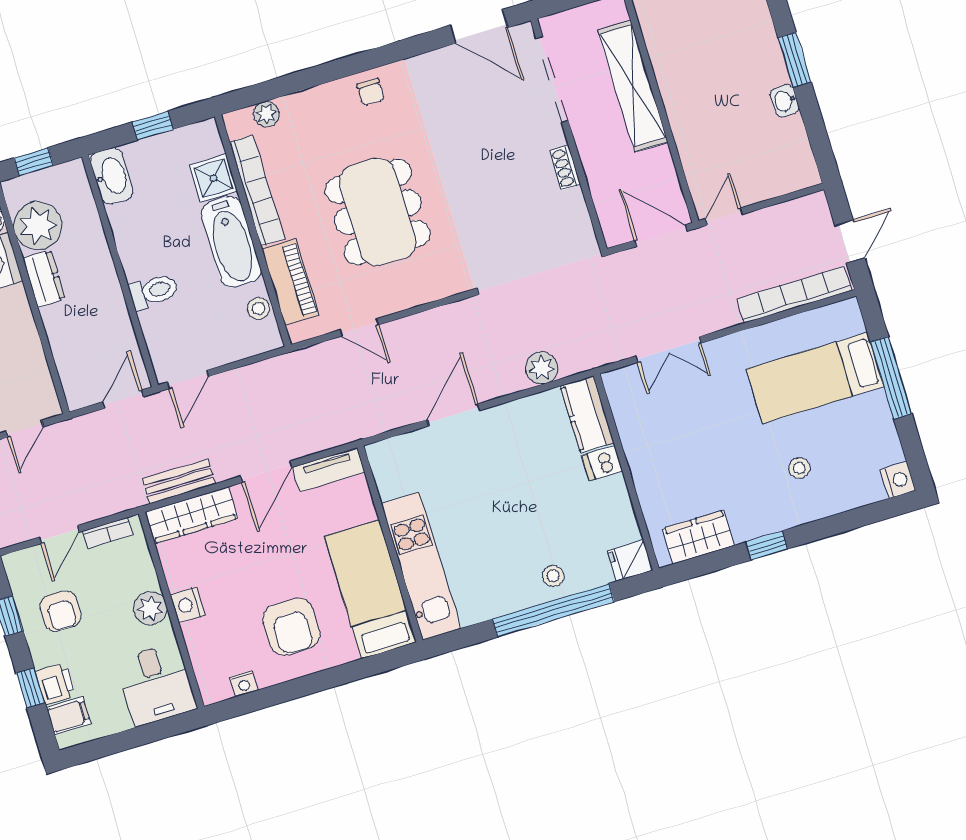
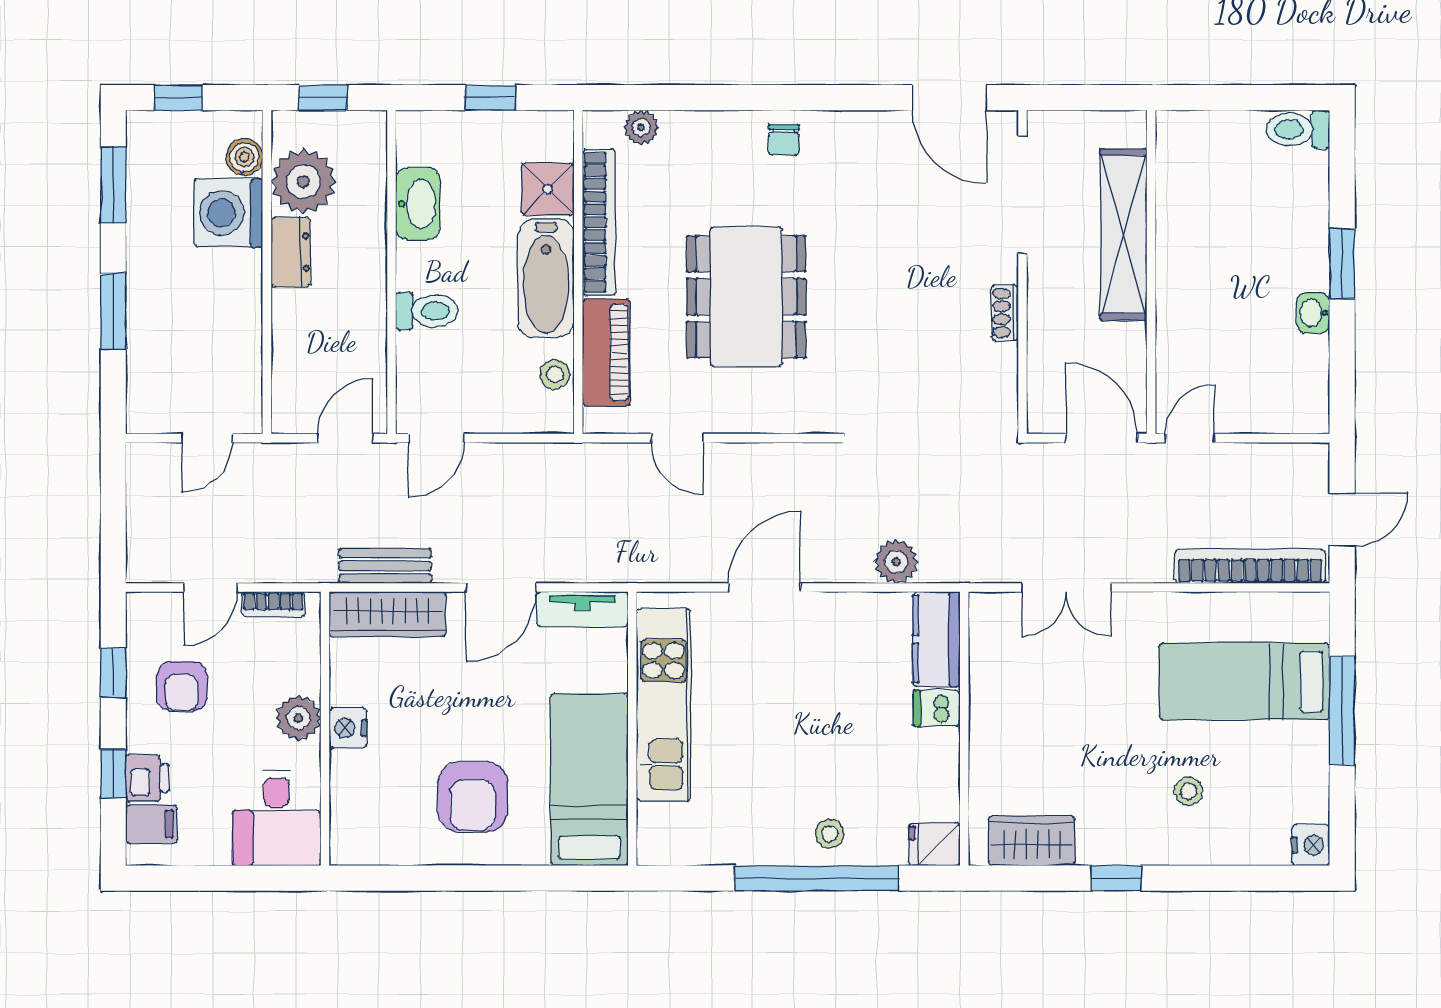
washbasin: (112, 176) -> (418, 204), moved
kitchen unit: (421, 566) -> (663, 705), moved
nightstand: (244, 684) -> (389, 852), removed

